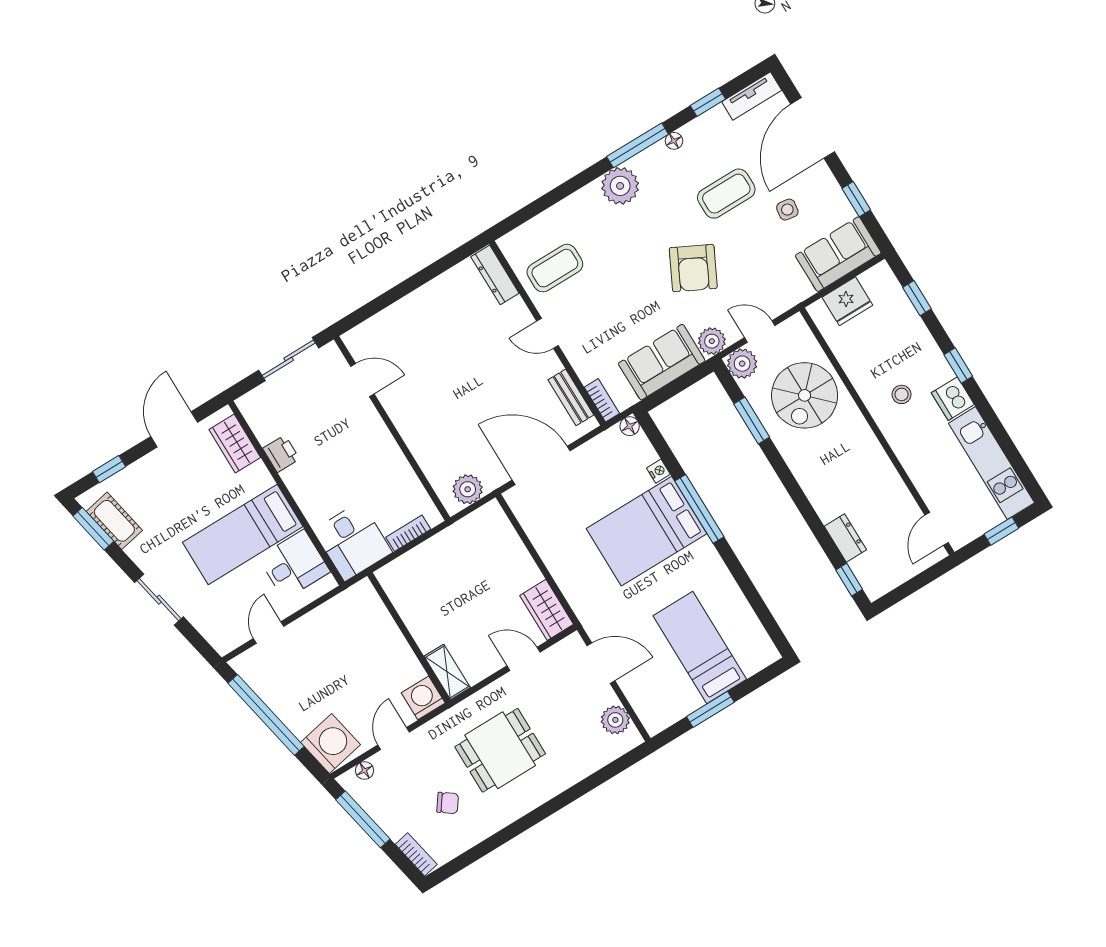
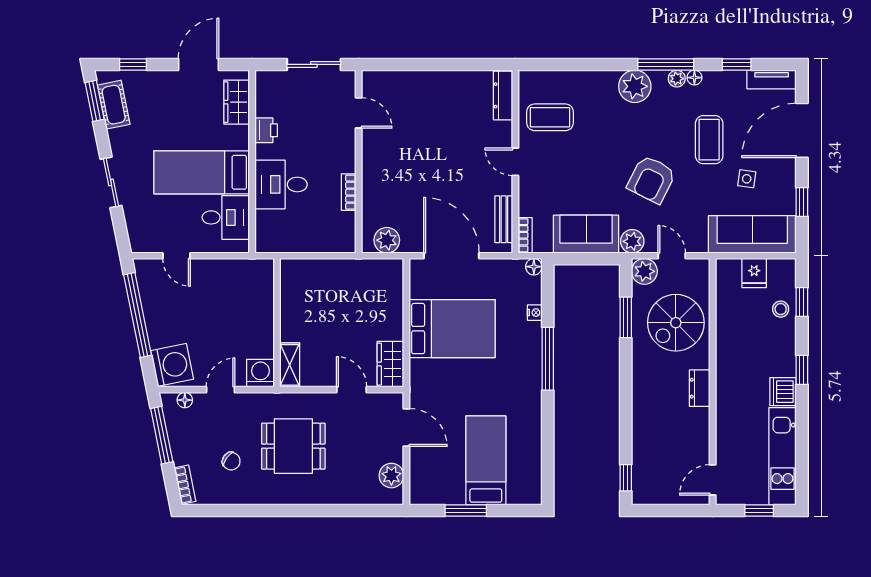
plant: (657, 153) -> (677, 79), added
coffee table: (726, 194) -> (709, 140), turned 90
sofa: (838, 254) -> (752, 234), width x1.36
fridge: (847, 301) -> (754, 273), width x0.72
stool: (902, 394) -> (781, 309), moved
bed: (646, 531) -> (452, 329), moved, turned 180
bookcase: (408, 533) -> (349, 192), moved, turned -90
dresser: (845, 538) -> (700, 388), moved, turned 180
desk: (353, 541) -> (281, 184), moved, turned 90
door: (269, 632) -> (177, 256), swing flipped

